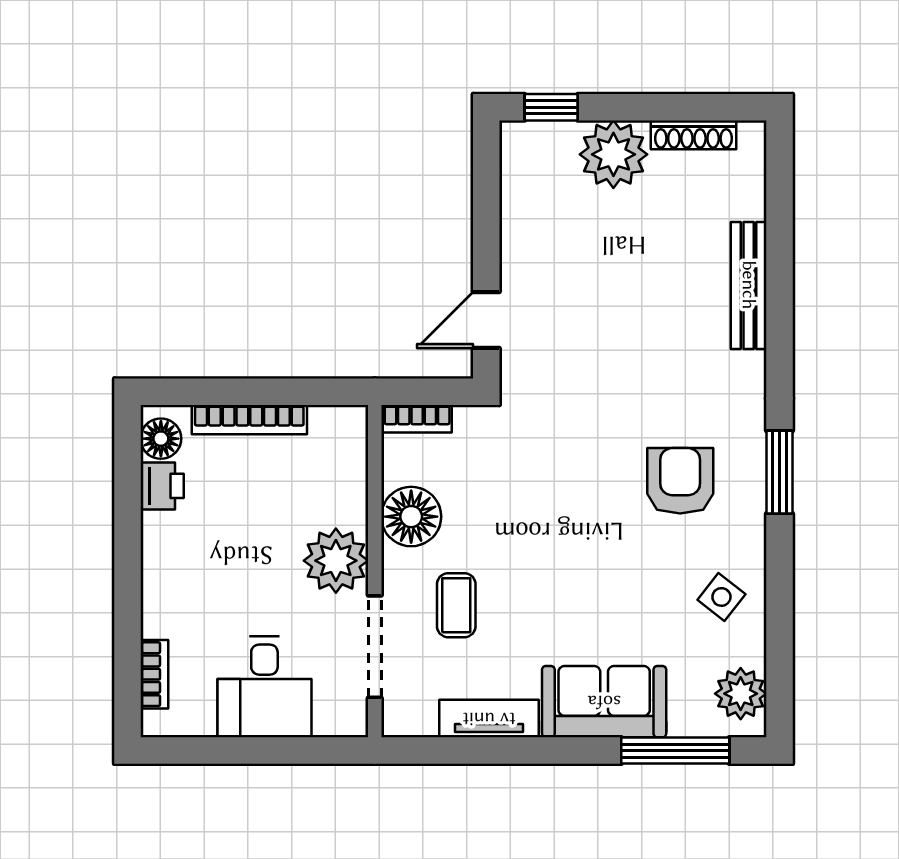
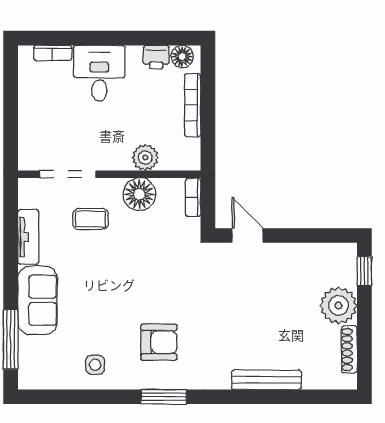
plant: (336, 561) -> (145, 158), moved, width x0.73, depth x0.73
side table: (721, 597) -> (95, 365), turned -38
desk: (264, 687) -> (99, 73), moved, turned 90
plant: (741, 694) -> (42, 375), removed

